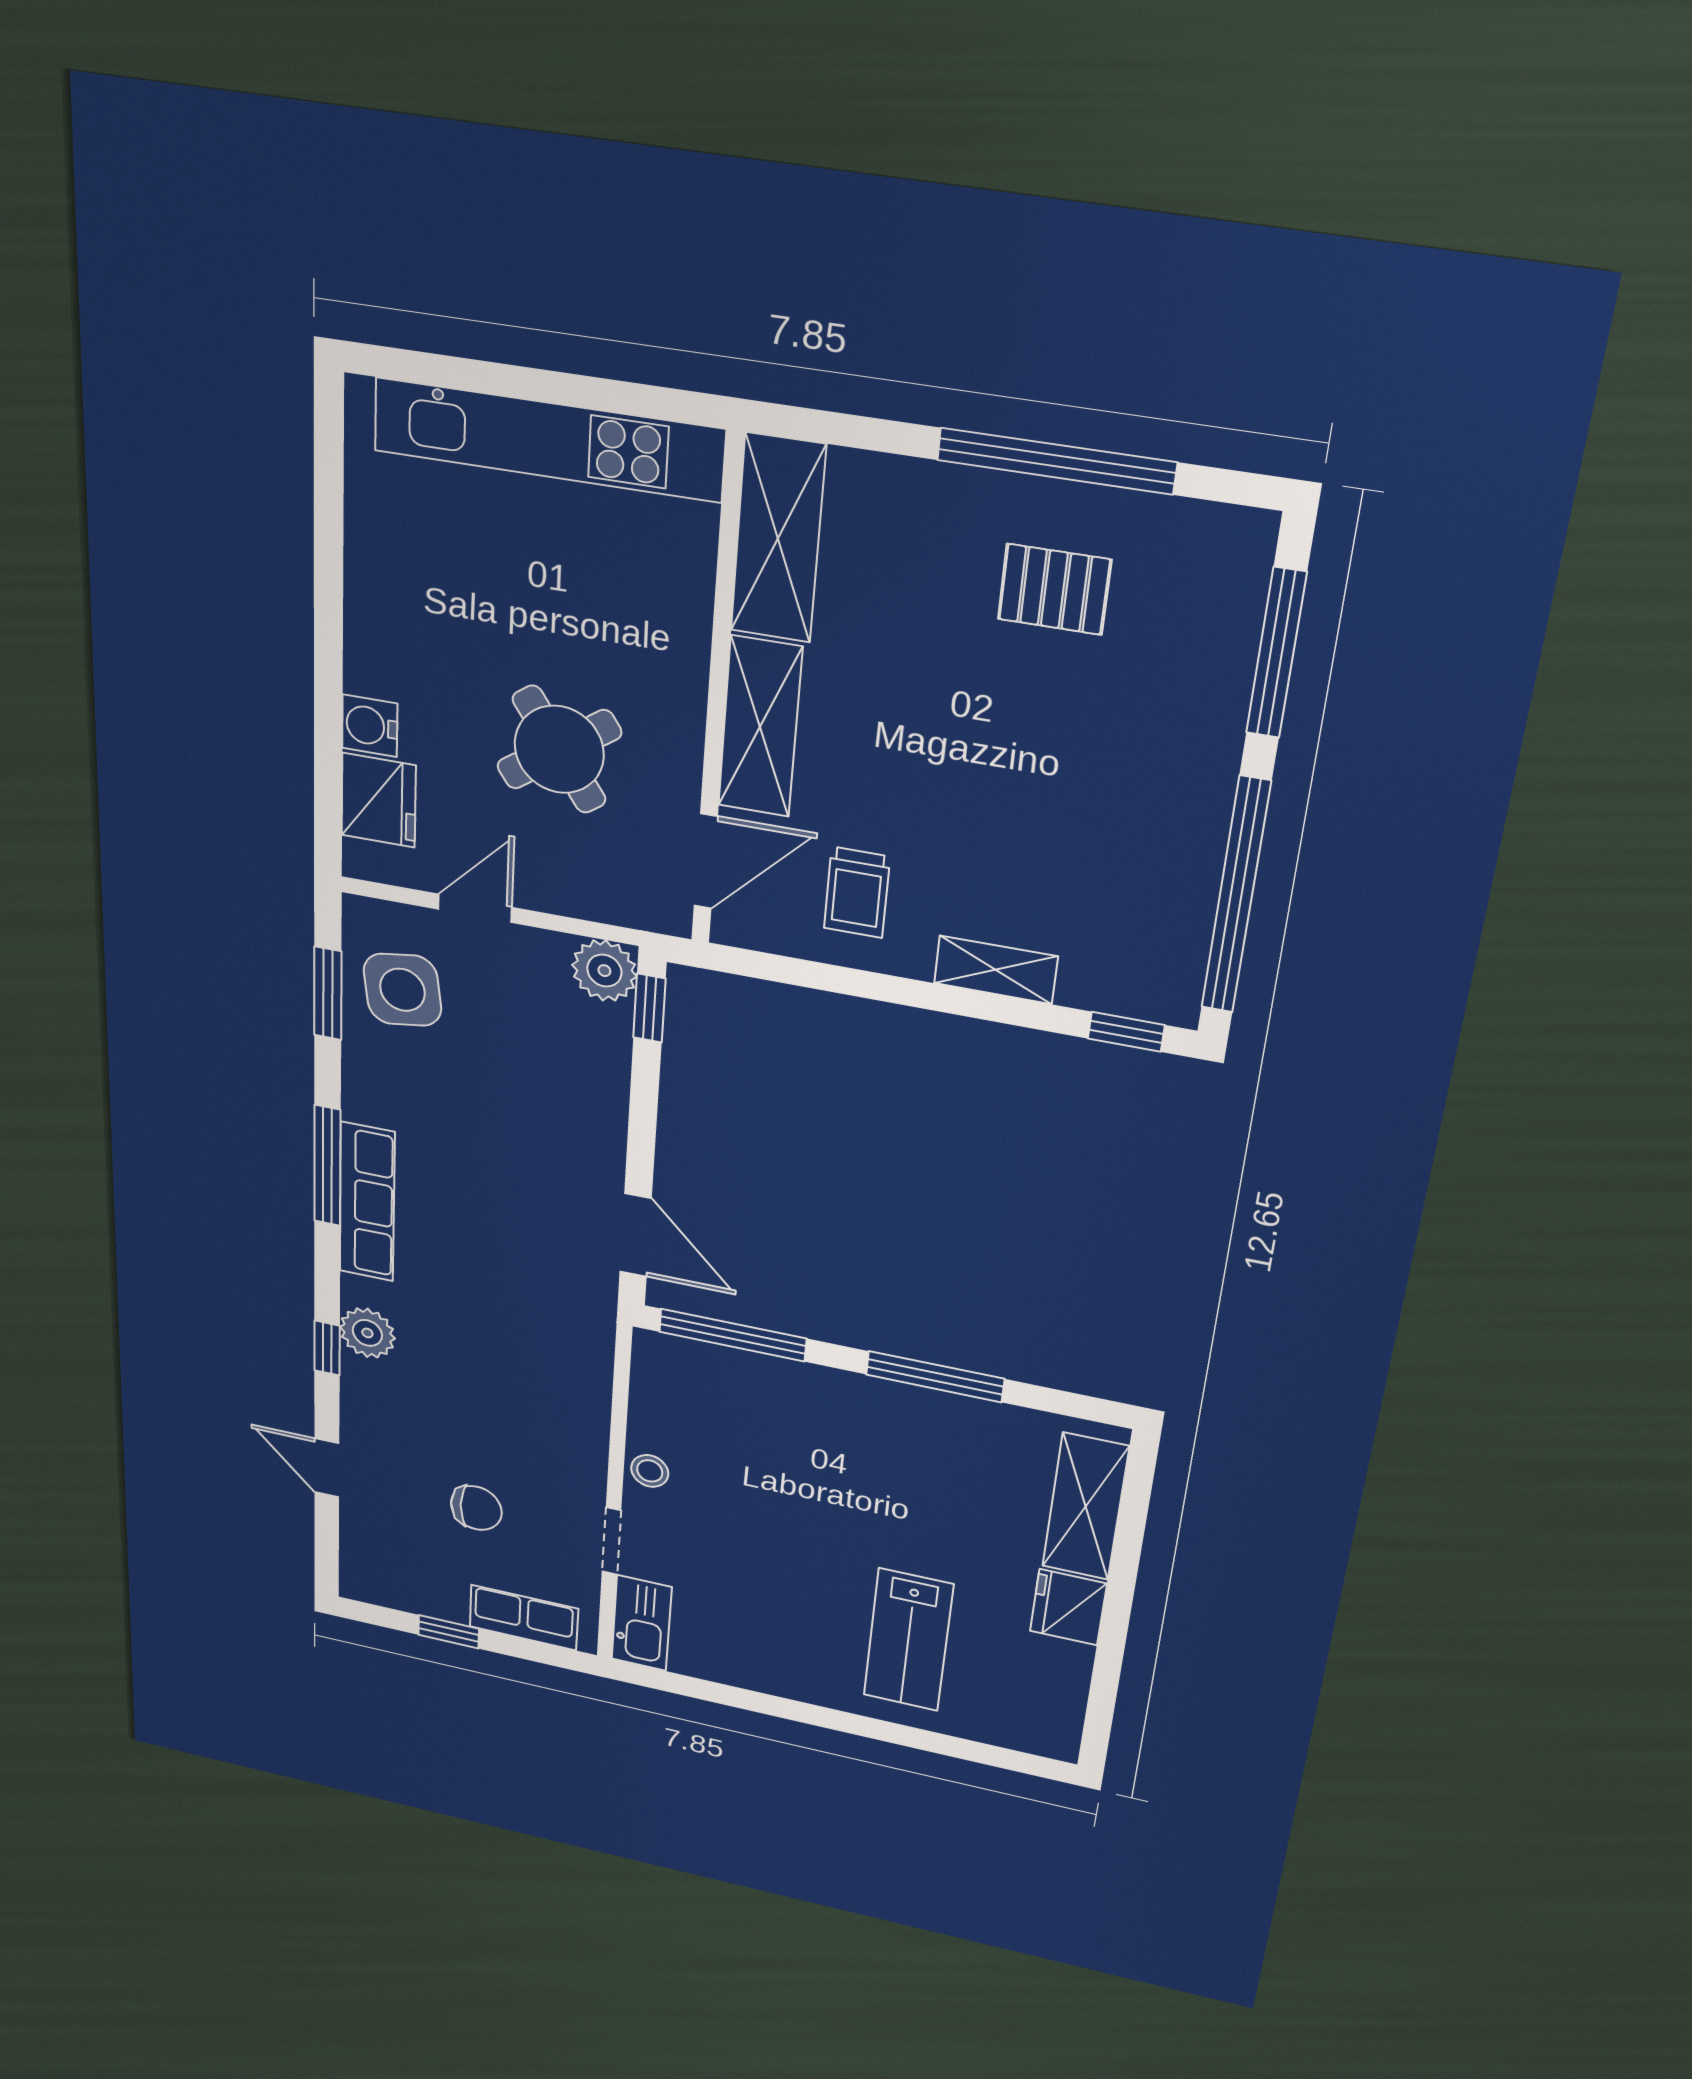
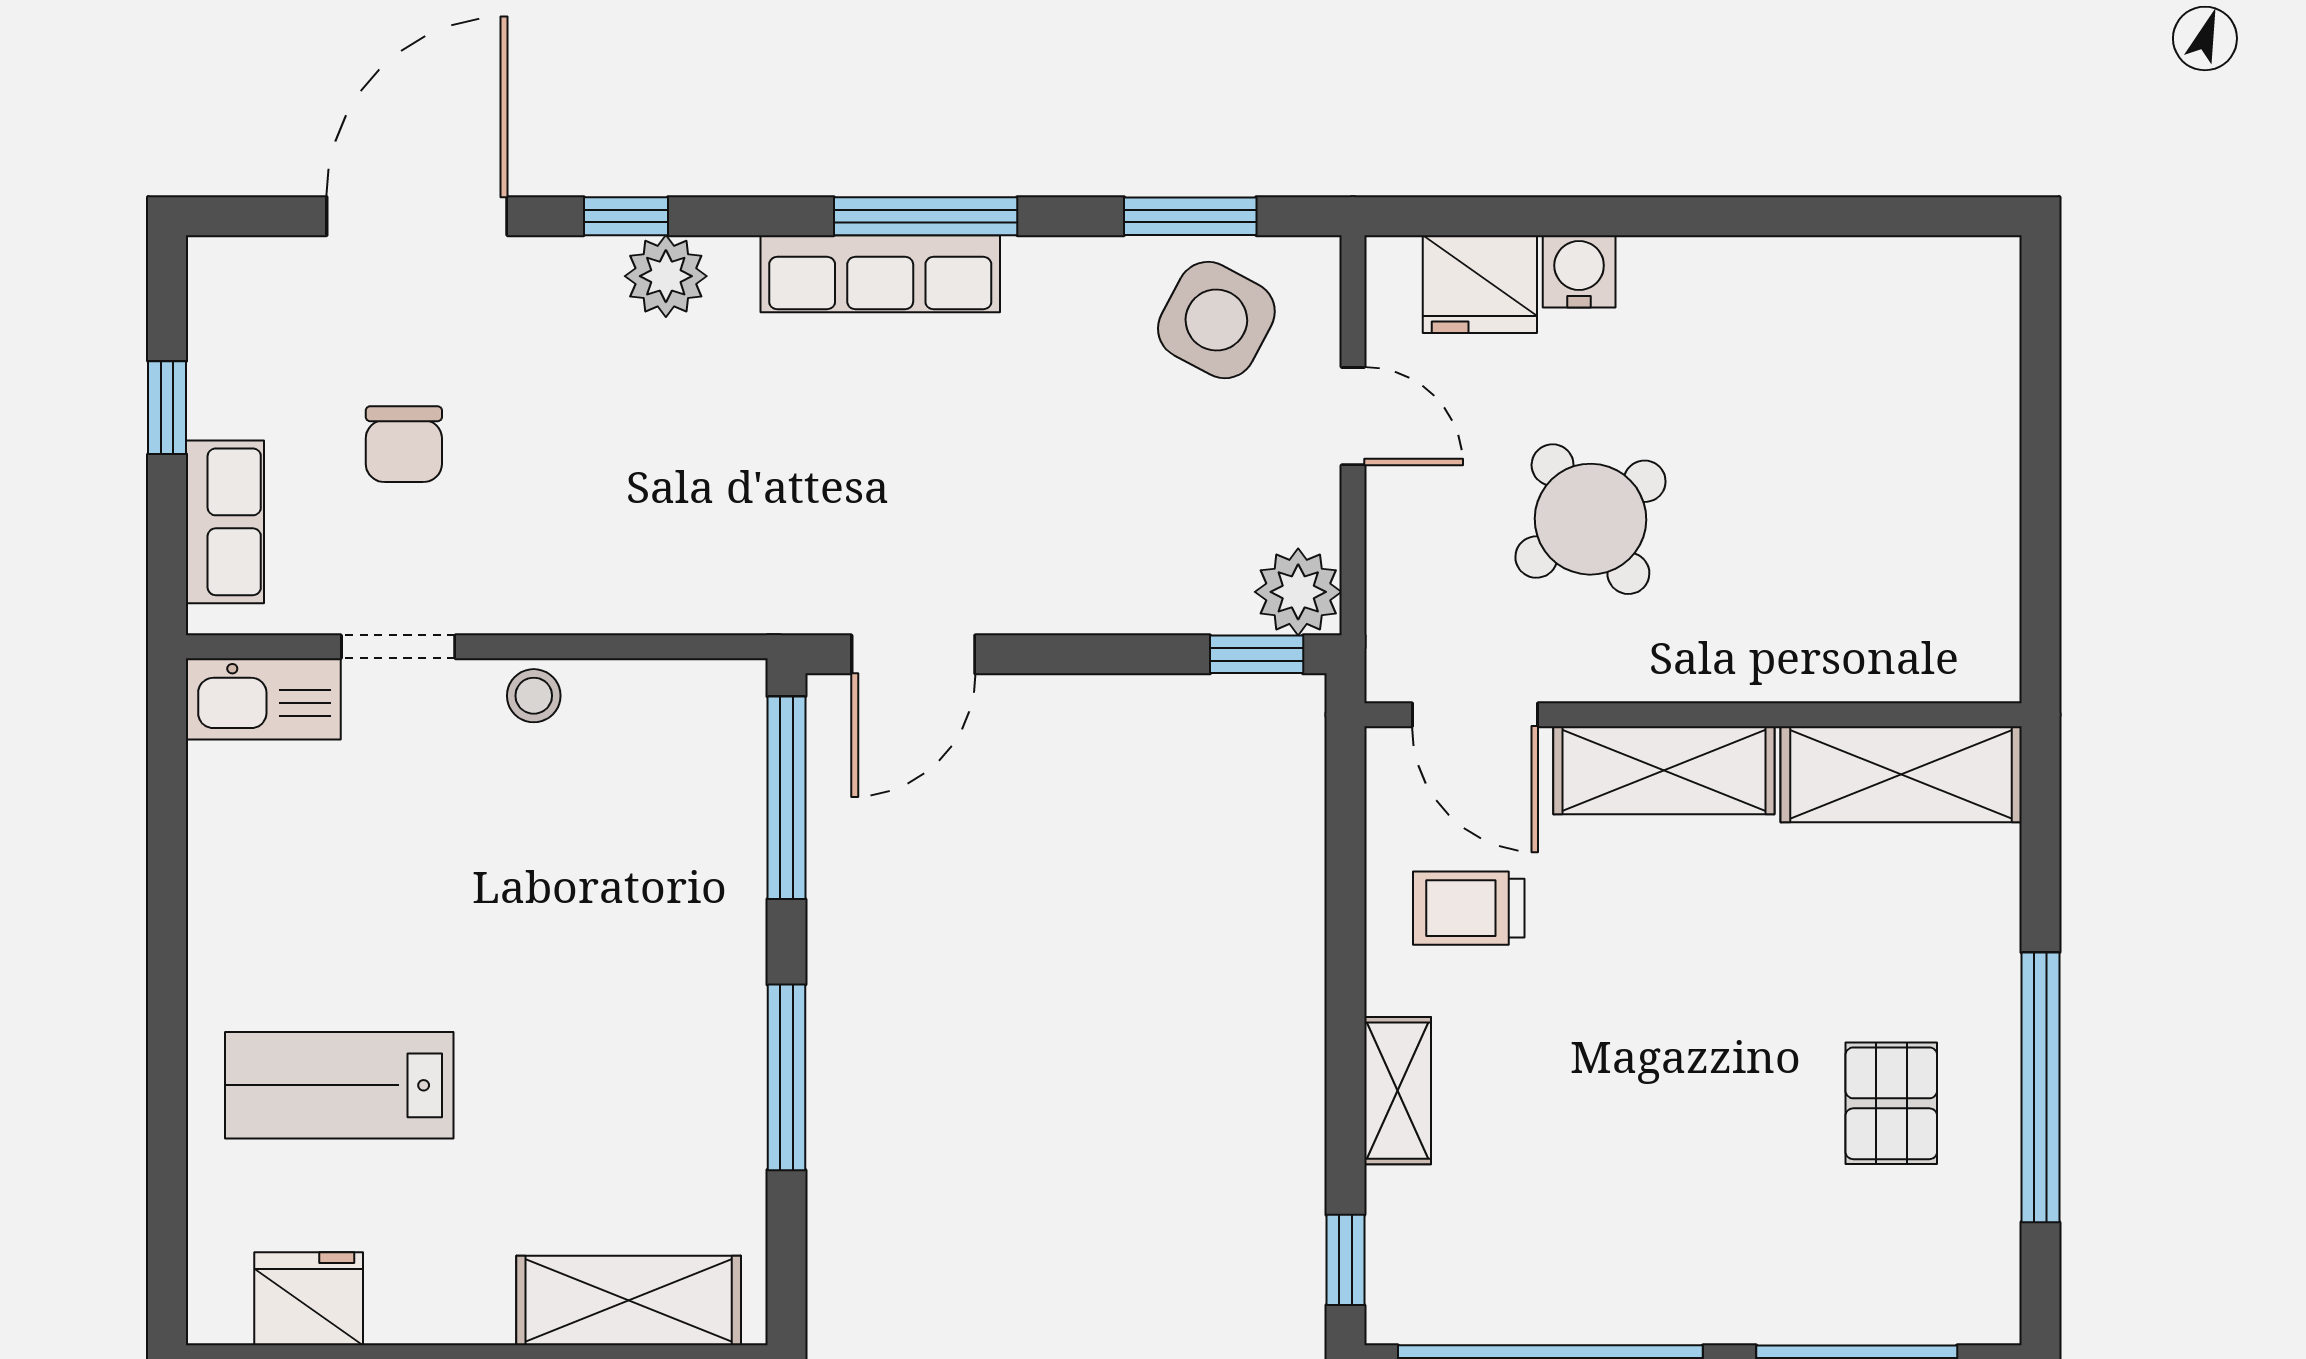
kitchen unit: (548, 440) -> (1977, 489), removed
side table: (402, 990) -> (1216, 320), turned 36
door: (327, 1468) -> (417, 216), width x1.87
fridge: (1068, 1607) -> (309, 1299), moved

